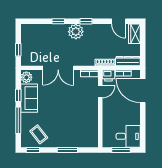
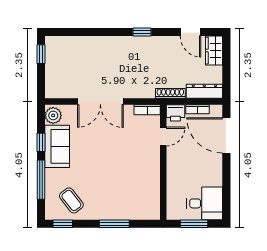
window: (58, 21) -> (101, 32), removed
plant: (76, 32) -> (127, 47), removed
window: (18, 50) -> (41, 54), moved

